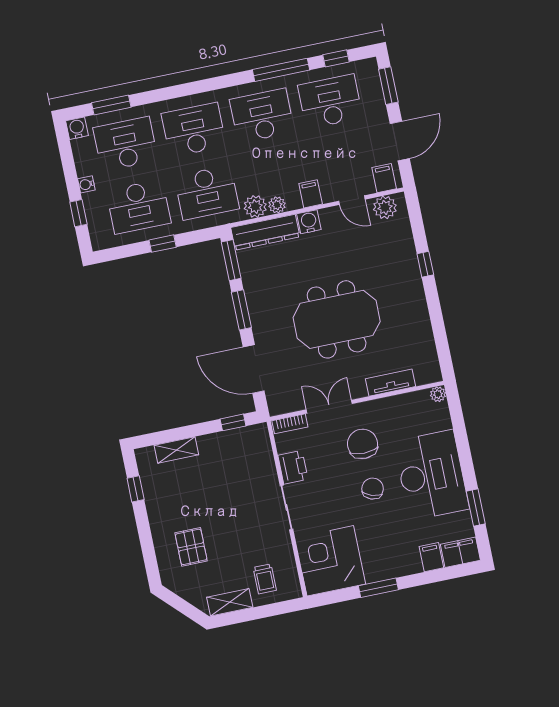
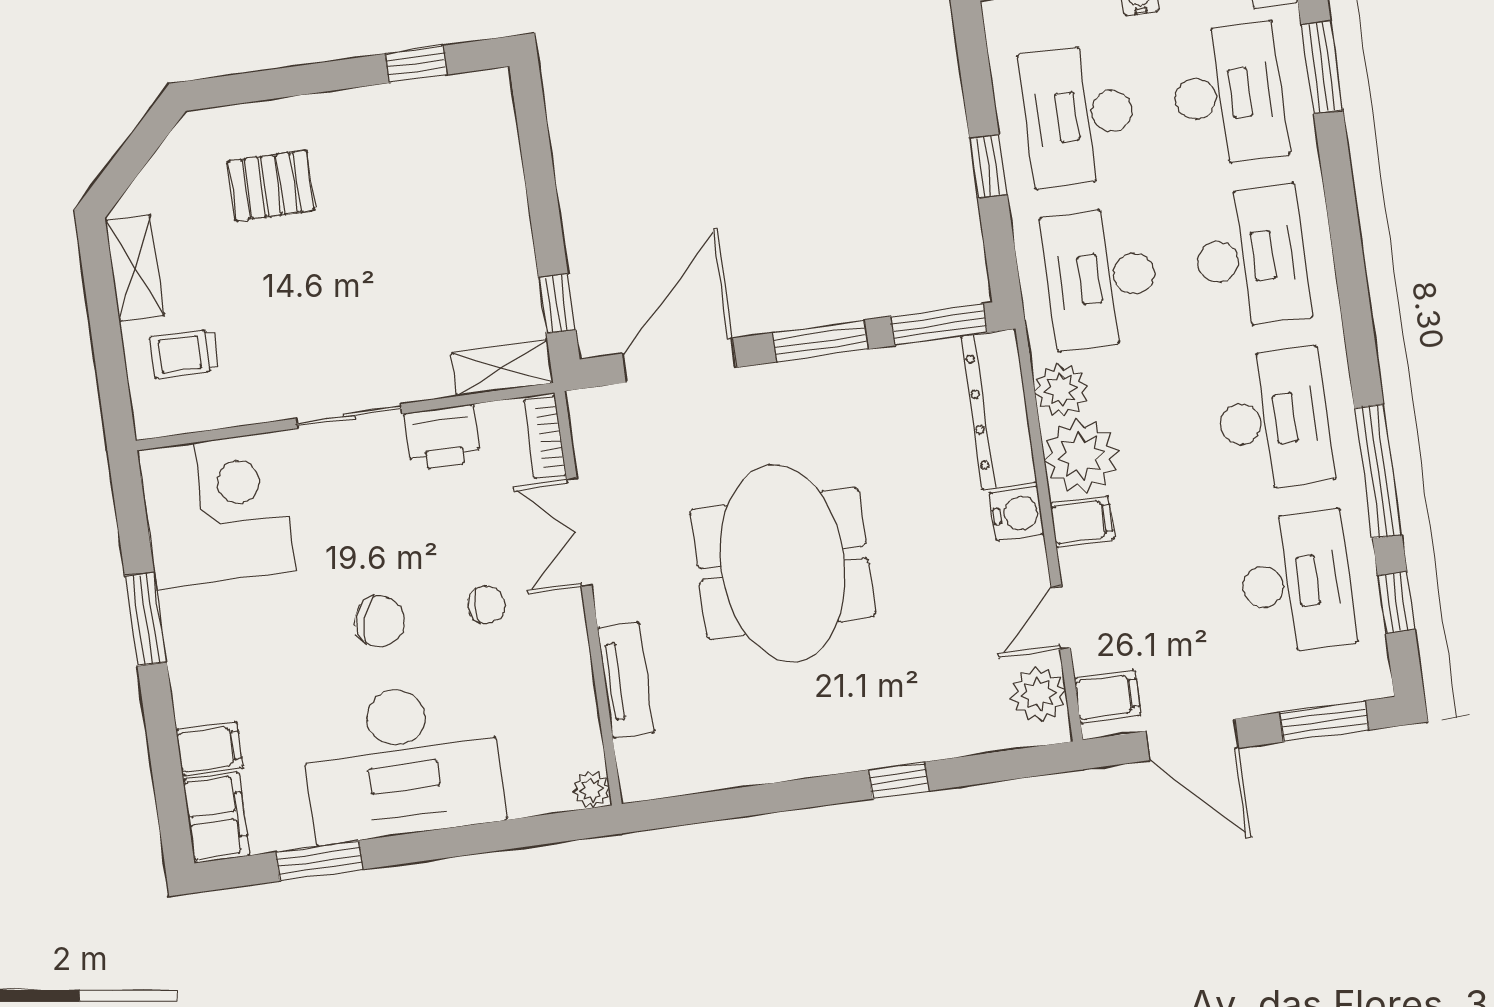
plant: (277, 205) -> (1081, 456), width x1.87, depth x1.87
double door: (329, 407) -> (579, 532), swing flipped
chair: (363, 444) -> (486, 605), width x0.54, depth x0.54
shelving: (176, 450) -> (502, 368), moved, turned 90

